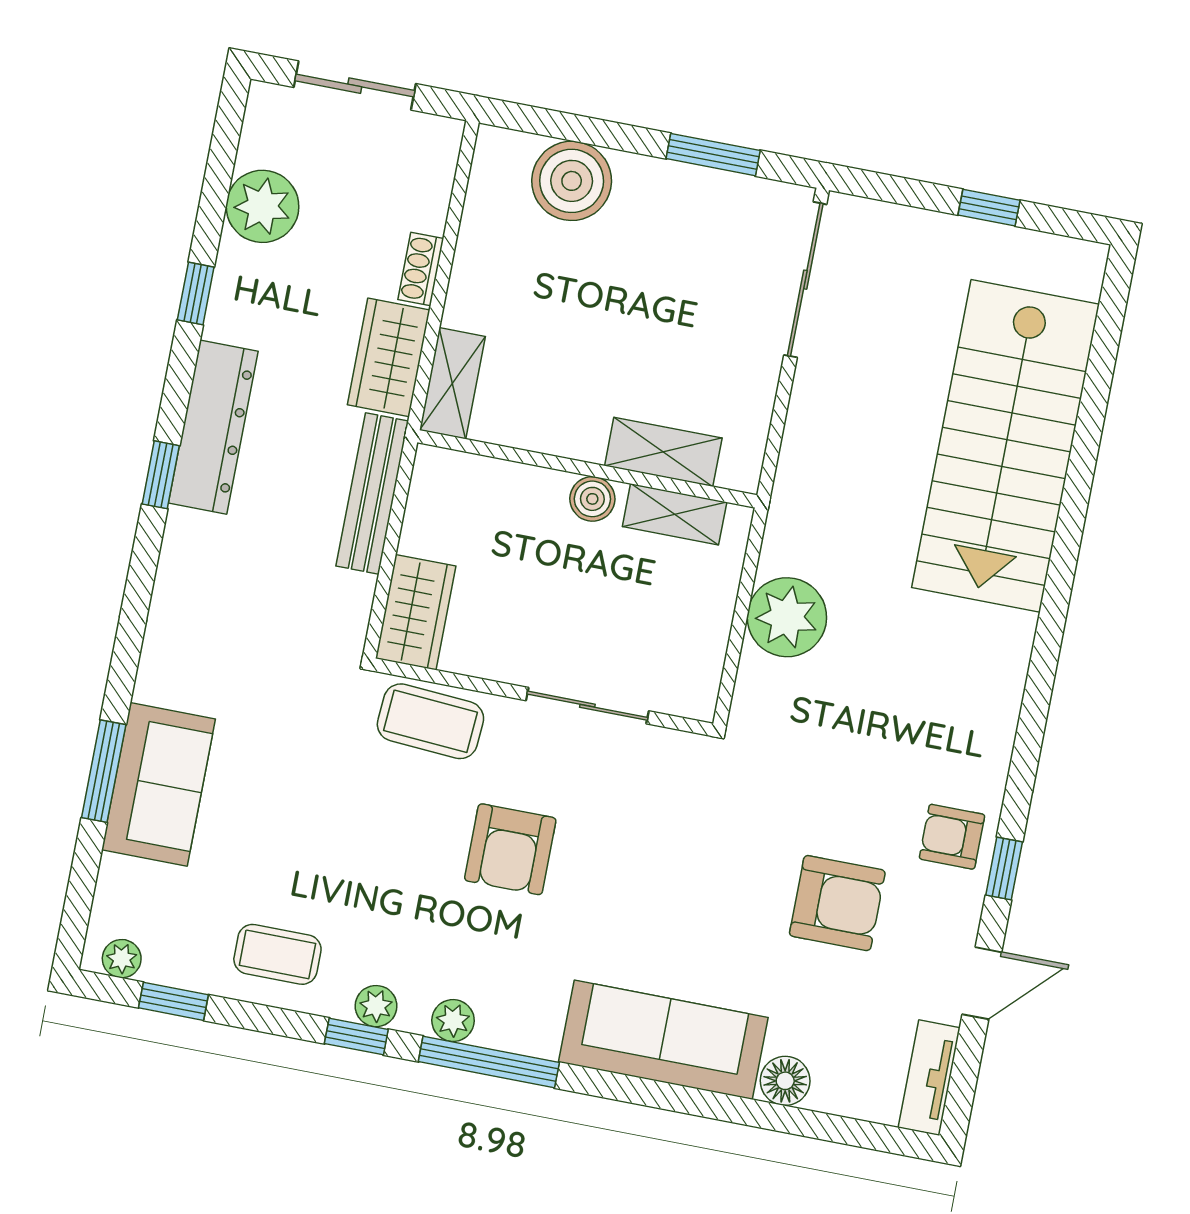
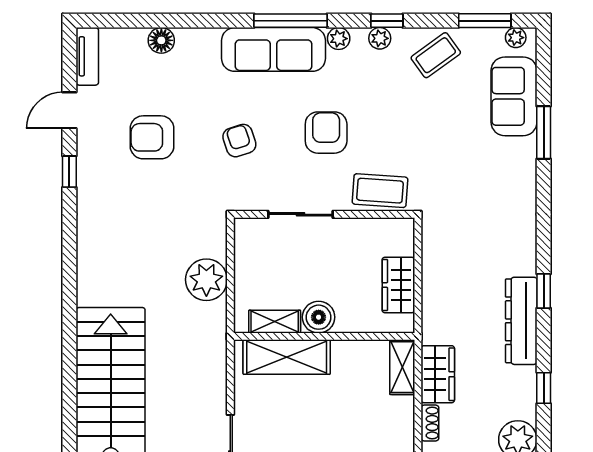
shelving: (663, 452) -> (287, 357), width x1.50, depth x1.33
bench: (372, 494) -> (433, 302), removed
boiler: (592, 499) -> (319, 317), width x1.36, depth x1.36
wardrobe: (416, 612) -> (398, 285), moved
sofa: (159, 784) -> (514, 96), moved
armchair: (952, 837) -> (239, 141), moved, turned -108
coffee table: (277, 954) -> (436, 55), turned -36
window: (173, 1001) -> (485, 21), width x1.50
sofa: (663, 1040) -> (274, 49), moved
window: (489, 1062) -> (290, 21), moved

